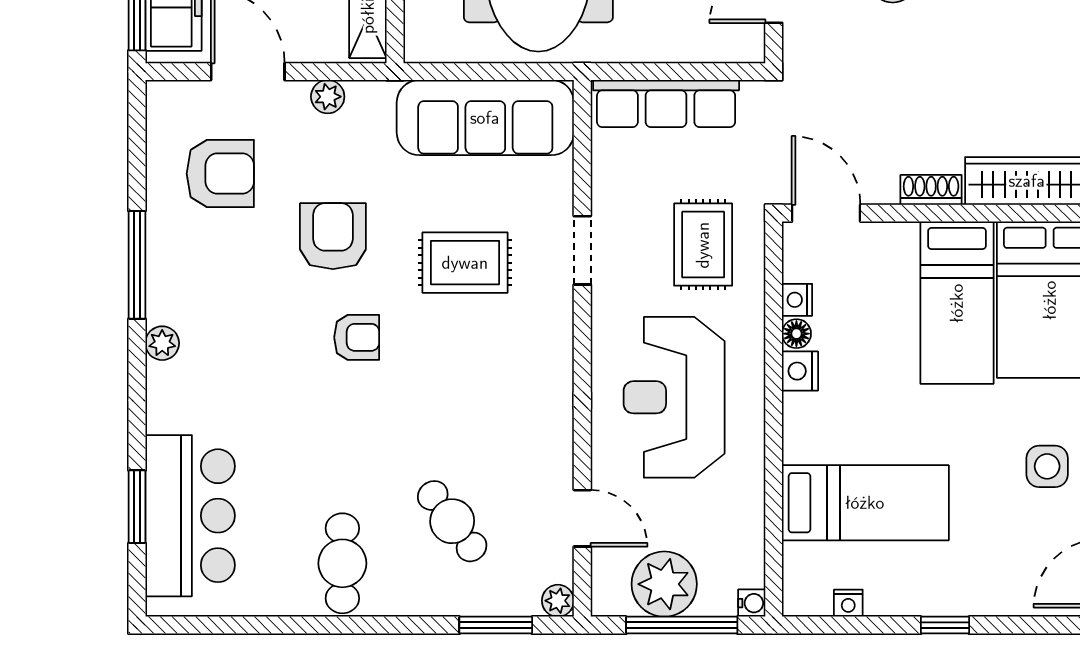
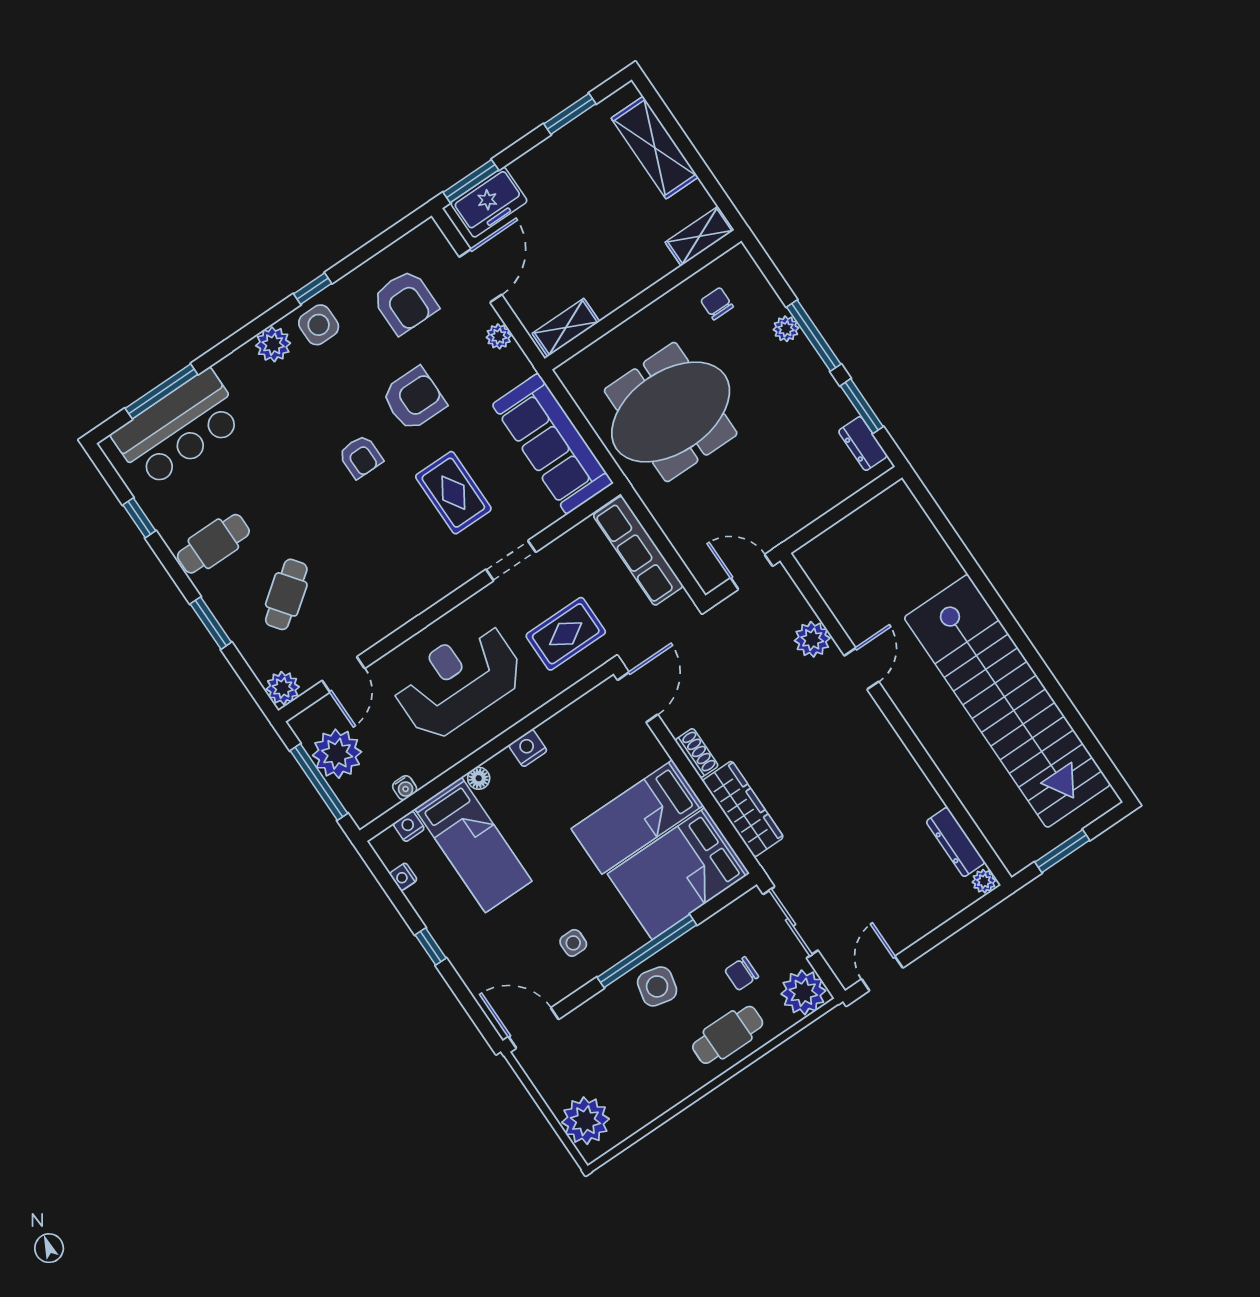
window: (137, 265) -> (313, 289), width x0.46
side table: (181, 285) -> (319, 325), added
nightstand: (797, 300) -> (409, 826), moved
floor lamp: (796, 334) -> (479, 778), moved
plant: (162, 343) -> (273, 344), width x1.38, depth x1.38
side table: (1047, 466) -> (573, 943), width x0.73, depth x0.73
window: (137, 507) -> (161, 391), width x1.44
plant: (558, 601) -> (283, 688), width x1.38, depth x1.38
water cooler: (752, 603) -> (405, 788), moved
window: (259, 625) -> (139, 518), added
window: (496, 625) -> (211, 623), moved

